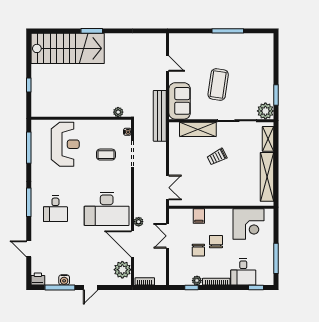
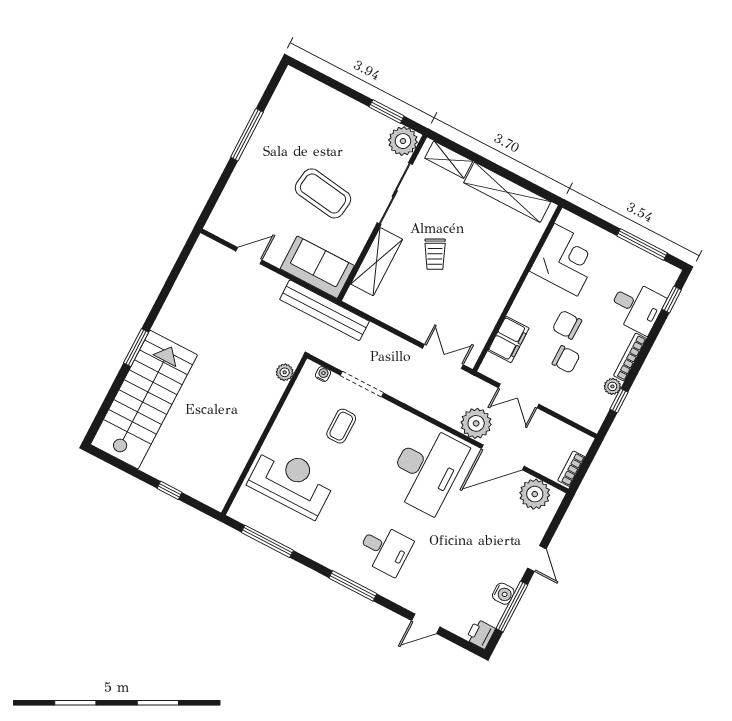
filing cabinet: (199, 216) -> (508, 339), width x2.00
plant: (139, 222) -> (476, 423), width x1.88, depth x1.88

